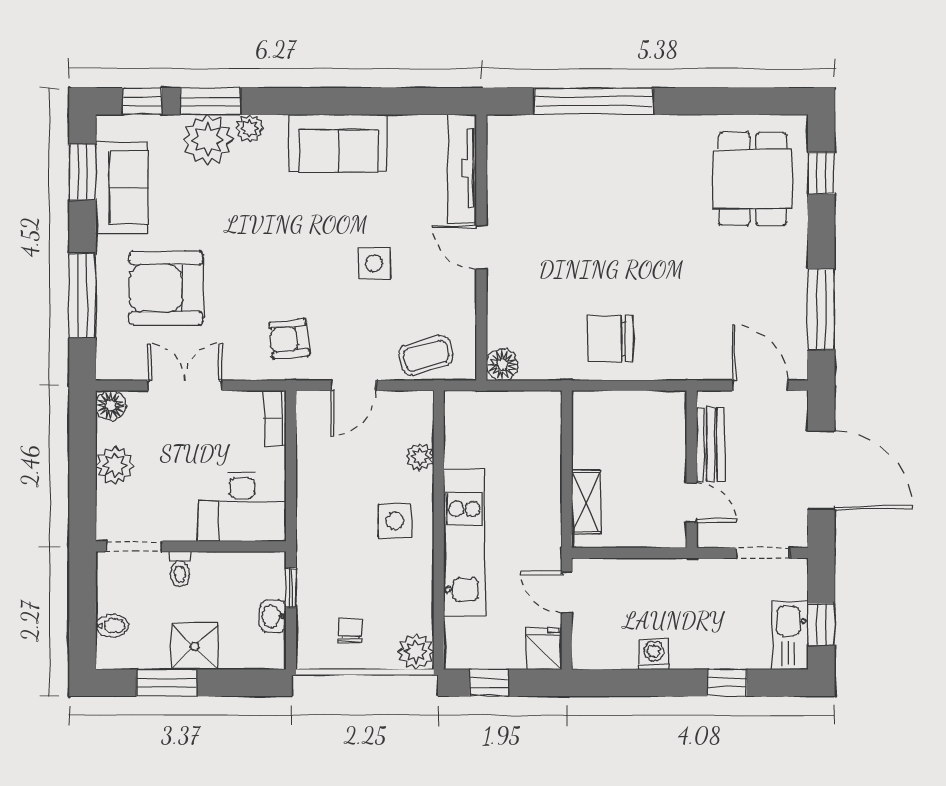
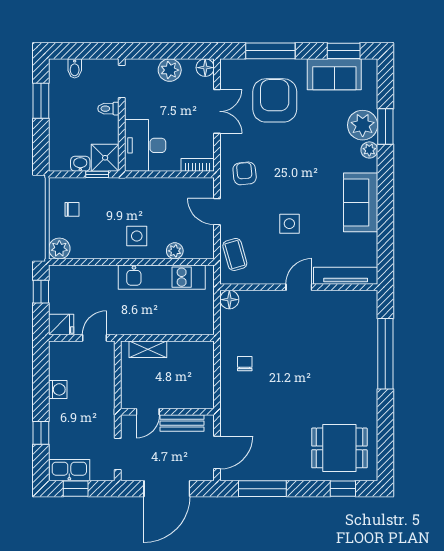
window: (142, 101) -> (385, 86), removed
chair: (610, 339) -> (245, 364), width x0.54, depth x0.54
kitchen unit: (464, 543) -> (162, 277), moved
shower: (195, 646) -> (105, 158), moved

